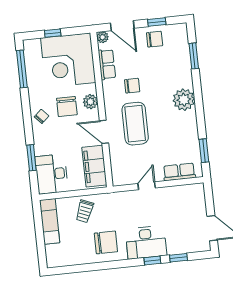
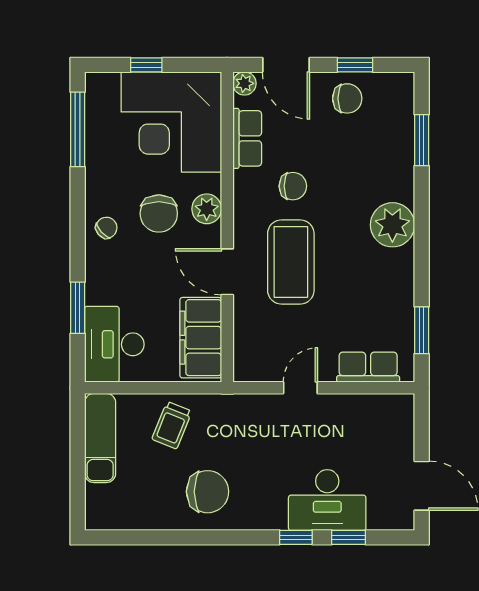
desk: (146, 242) -> (327, 500), moved

